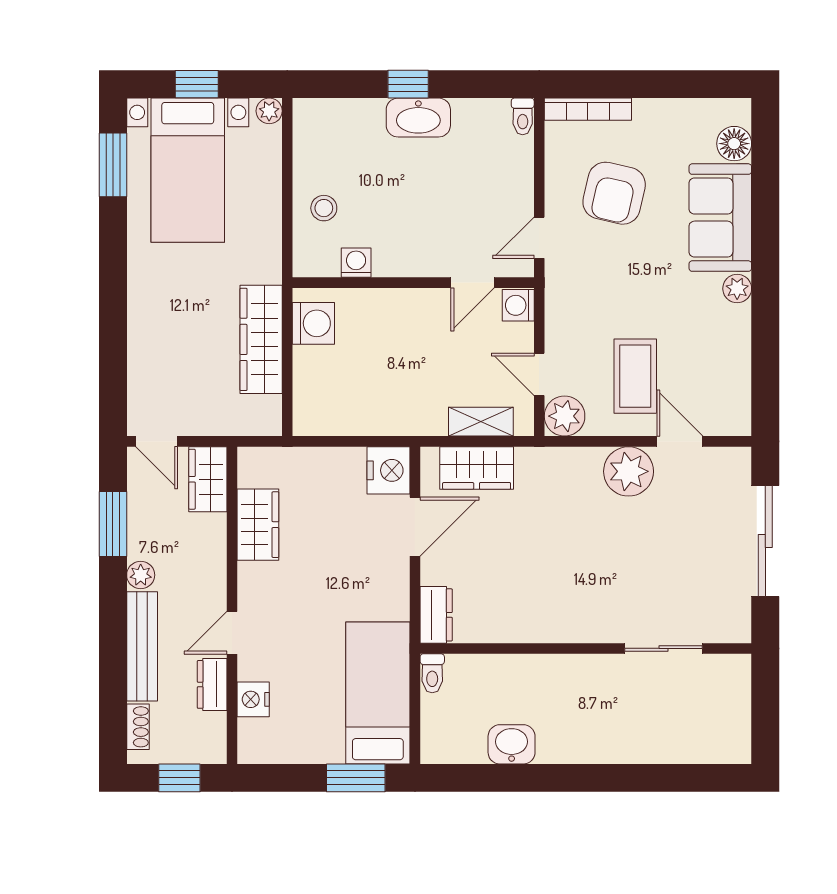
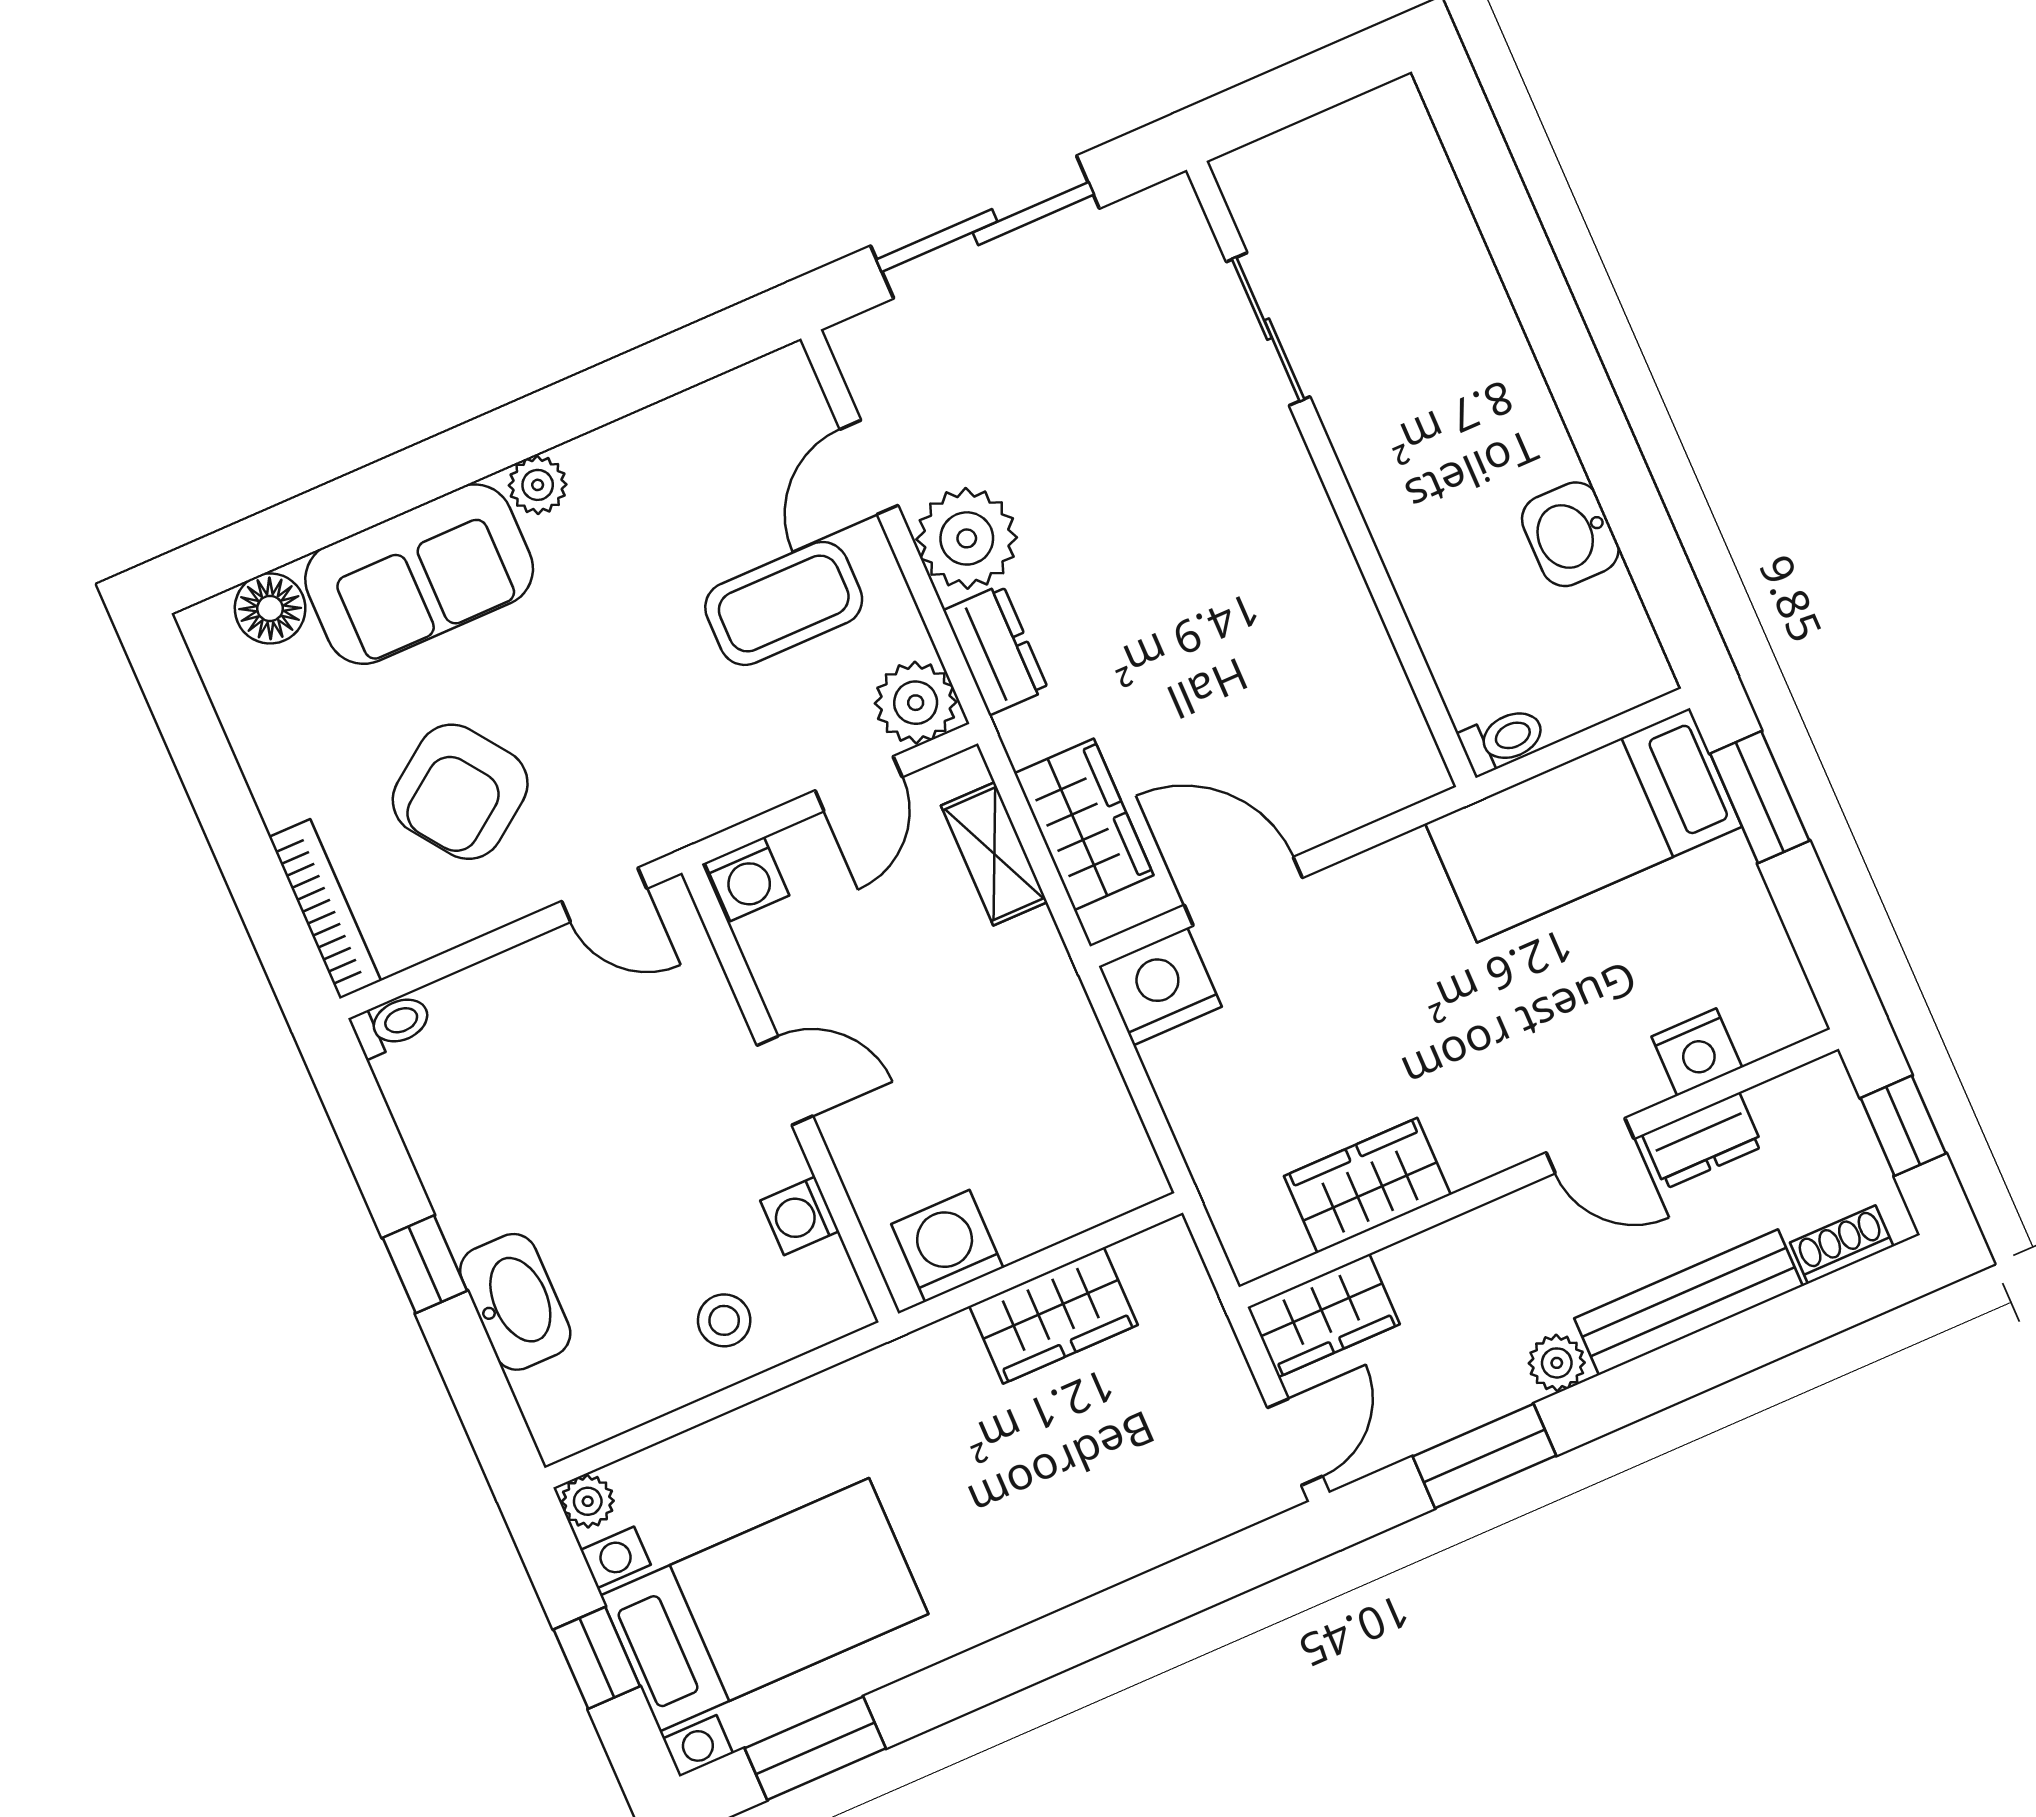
washbasin: (418, 118) -> (515, 1302), moved
armchair: (614, 193) -> (460, 792), turned 131
door: (472, 283) -> (785, 1081), moved
wardrobe: (261, 339) -> (1053, 1316), width x0.67
dresser: (436, 615) -> (996, 650), moved, turned 90

